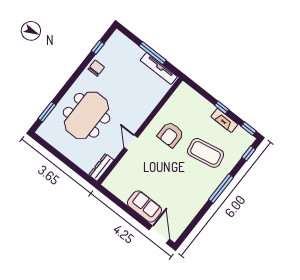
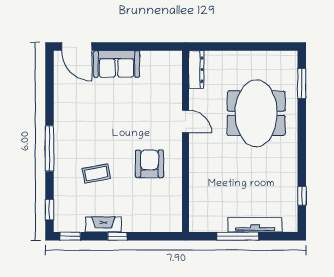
chair: (96, 68) -> (286, 172), removed
tv unit: (159, 68) -> (255, 225), moved
coffee table: (206, 153) -> (96, 174), width x0.54, depth x0.58

